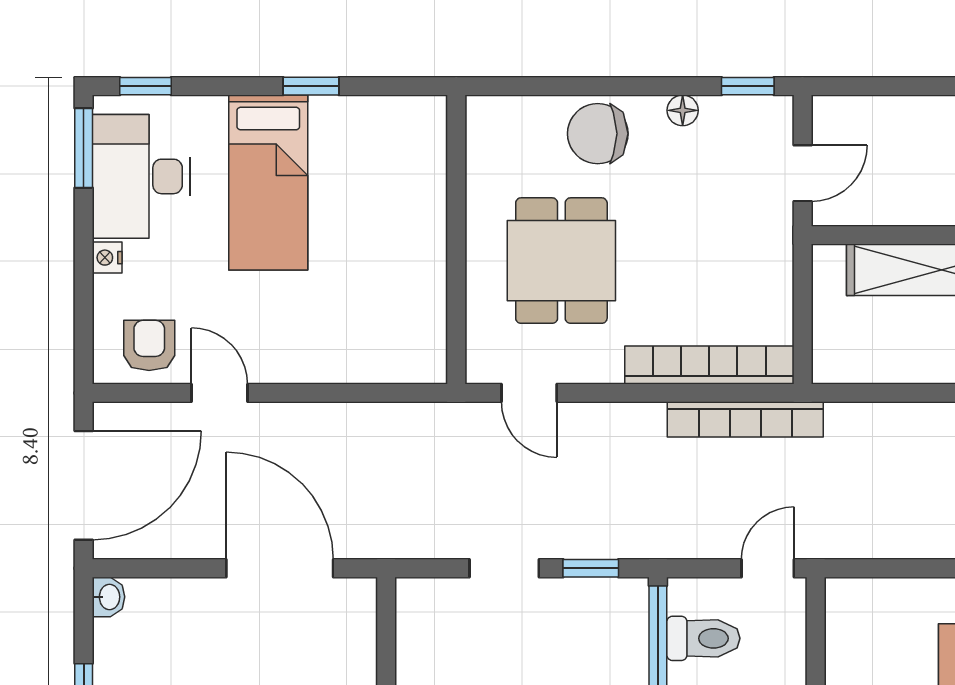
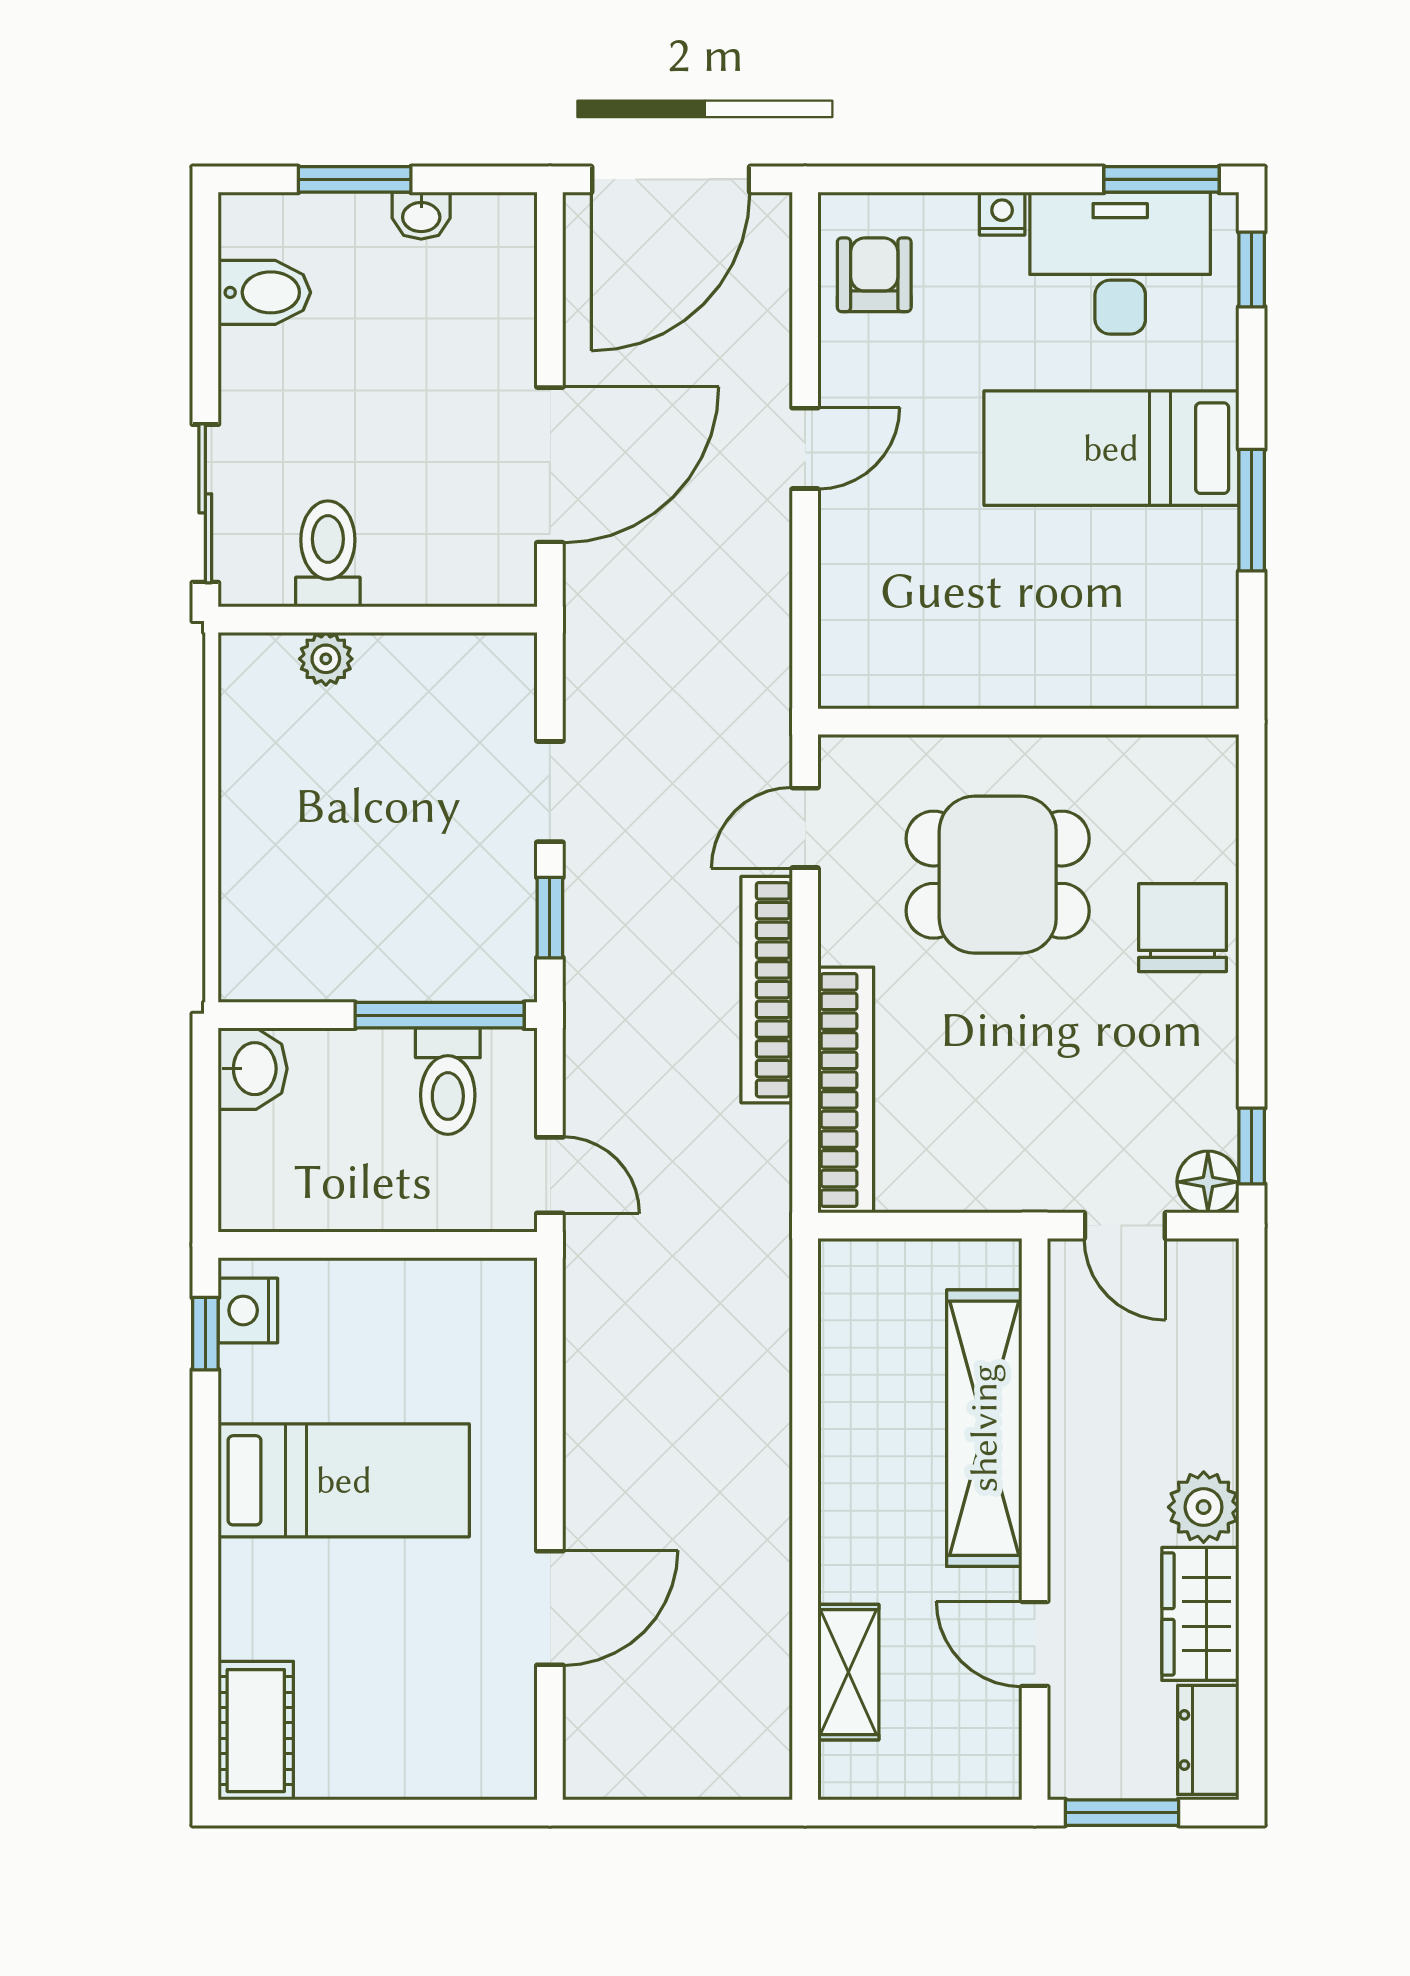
window: (311, 86) -> (1252, 510), width x1.50
floor lamp: (683, 110) -> (1208, 1182), moved, width x1.37, depth x1.37
armchair: (149, 345) -> (874, 275), turned -90
door: (220, 393) -> (805, 448), moved
bookcase: (745, 419) -> (767, 990), moved
door: (84, 485) -> (671, 179), hinge flipped
washbasin: (109, 597) -> (421, 216), moved

